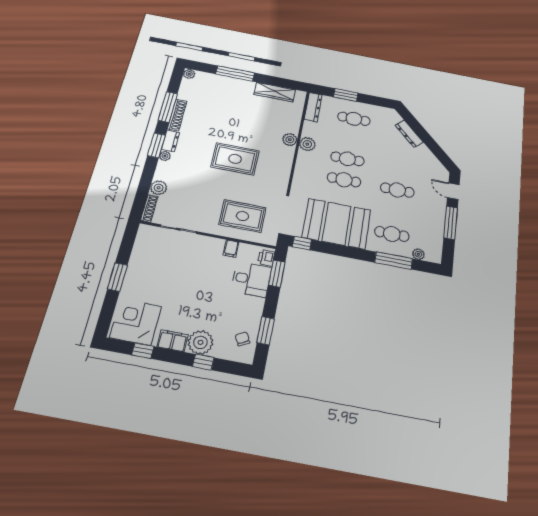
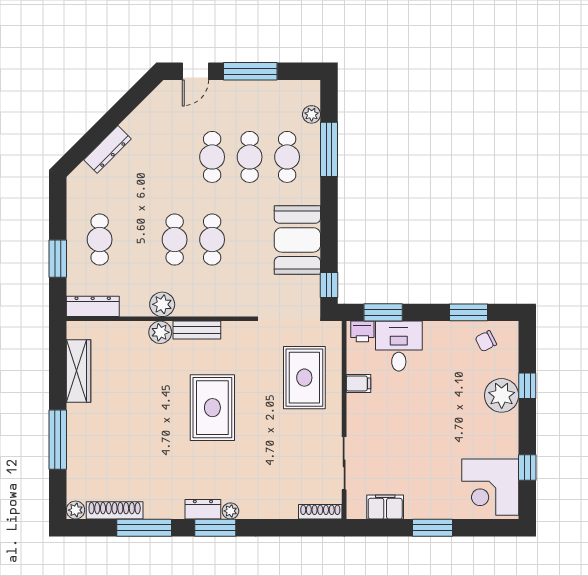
shoe rack: (177, 115) -> (115, 510), moved
bench: (287, 160) -> (197, 330), added
plant: (159, 188) -> (285, 507), removed
cafe table: (395, 212) -> (250, 157), added
booth: (337, 224) -> (297, 240), width x0.73, depth x0.70
filing cabinet: (173, 341) -> (385, 507), moved, turned 90

